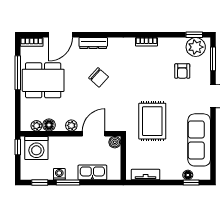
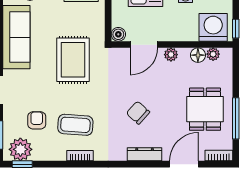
coffee table: (150, 67) -> (75, 125), added
dining table: (43, 80) -> (205, 109), width x0.73

